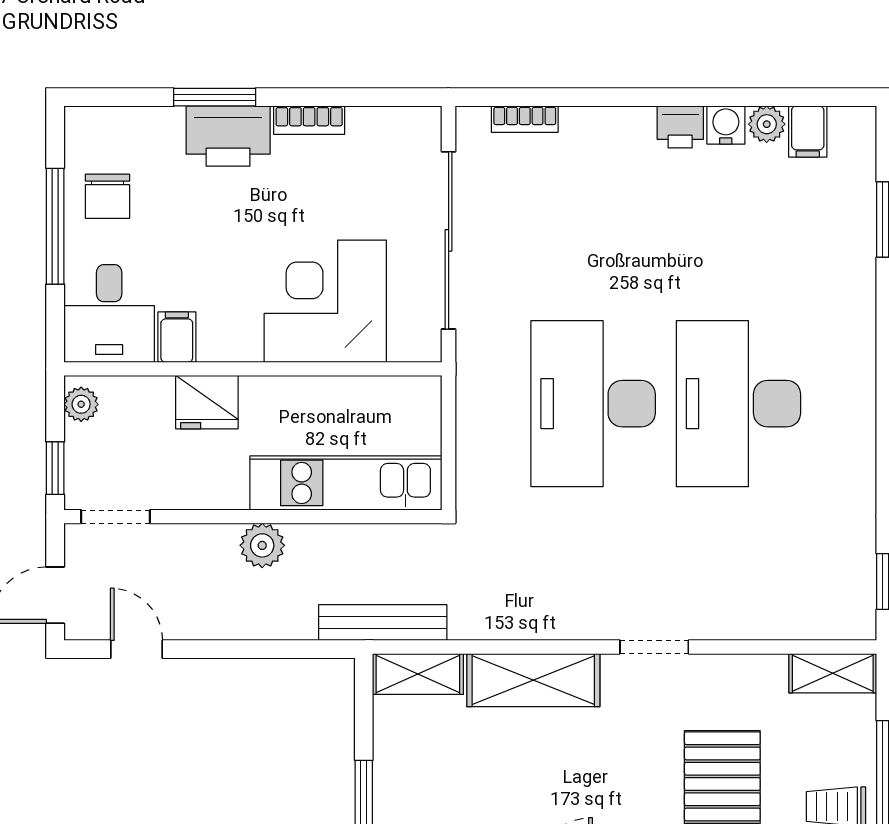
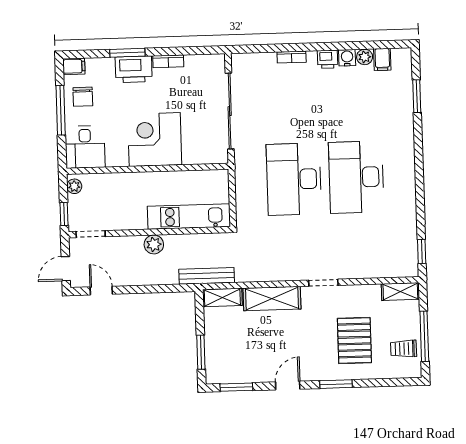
bookcase: (525, 119) -> (292, 57), moved
corner desk: (325, 301) -> (155, 139), moved
filing cabinet: (177, 337) -> (74, 66), moved, turned 90
fridge: (207, 402) -> (128, 184), removed

